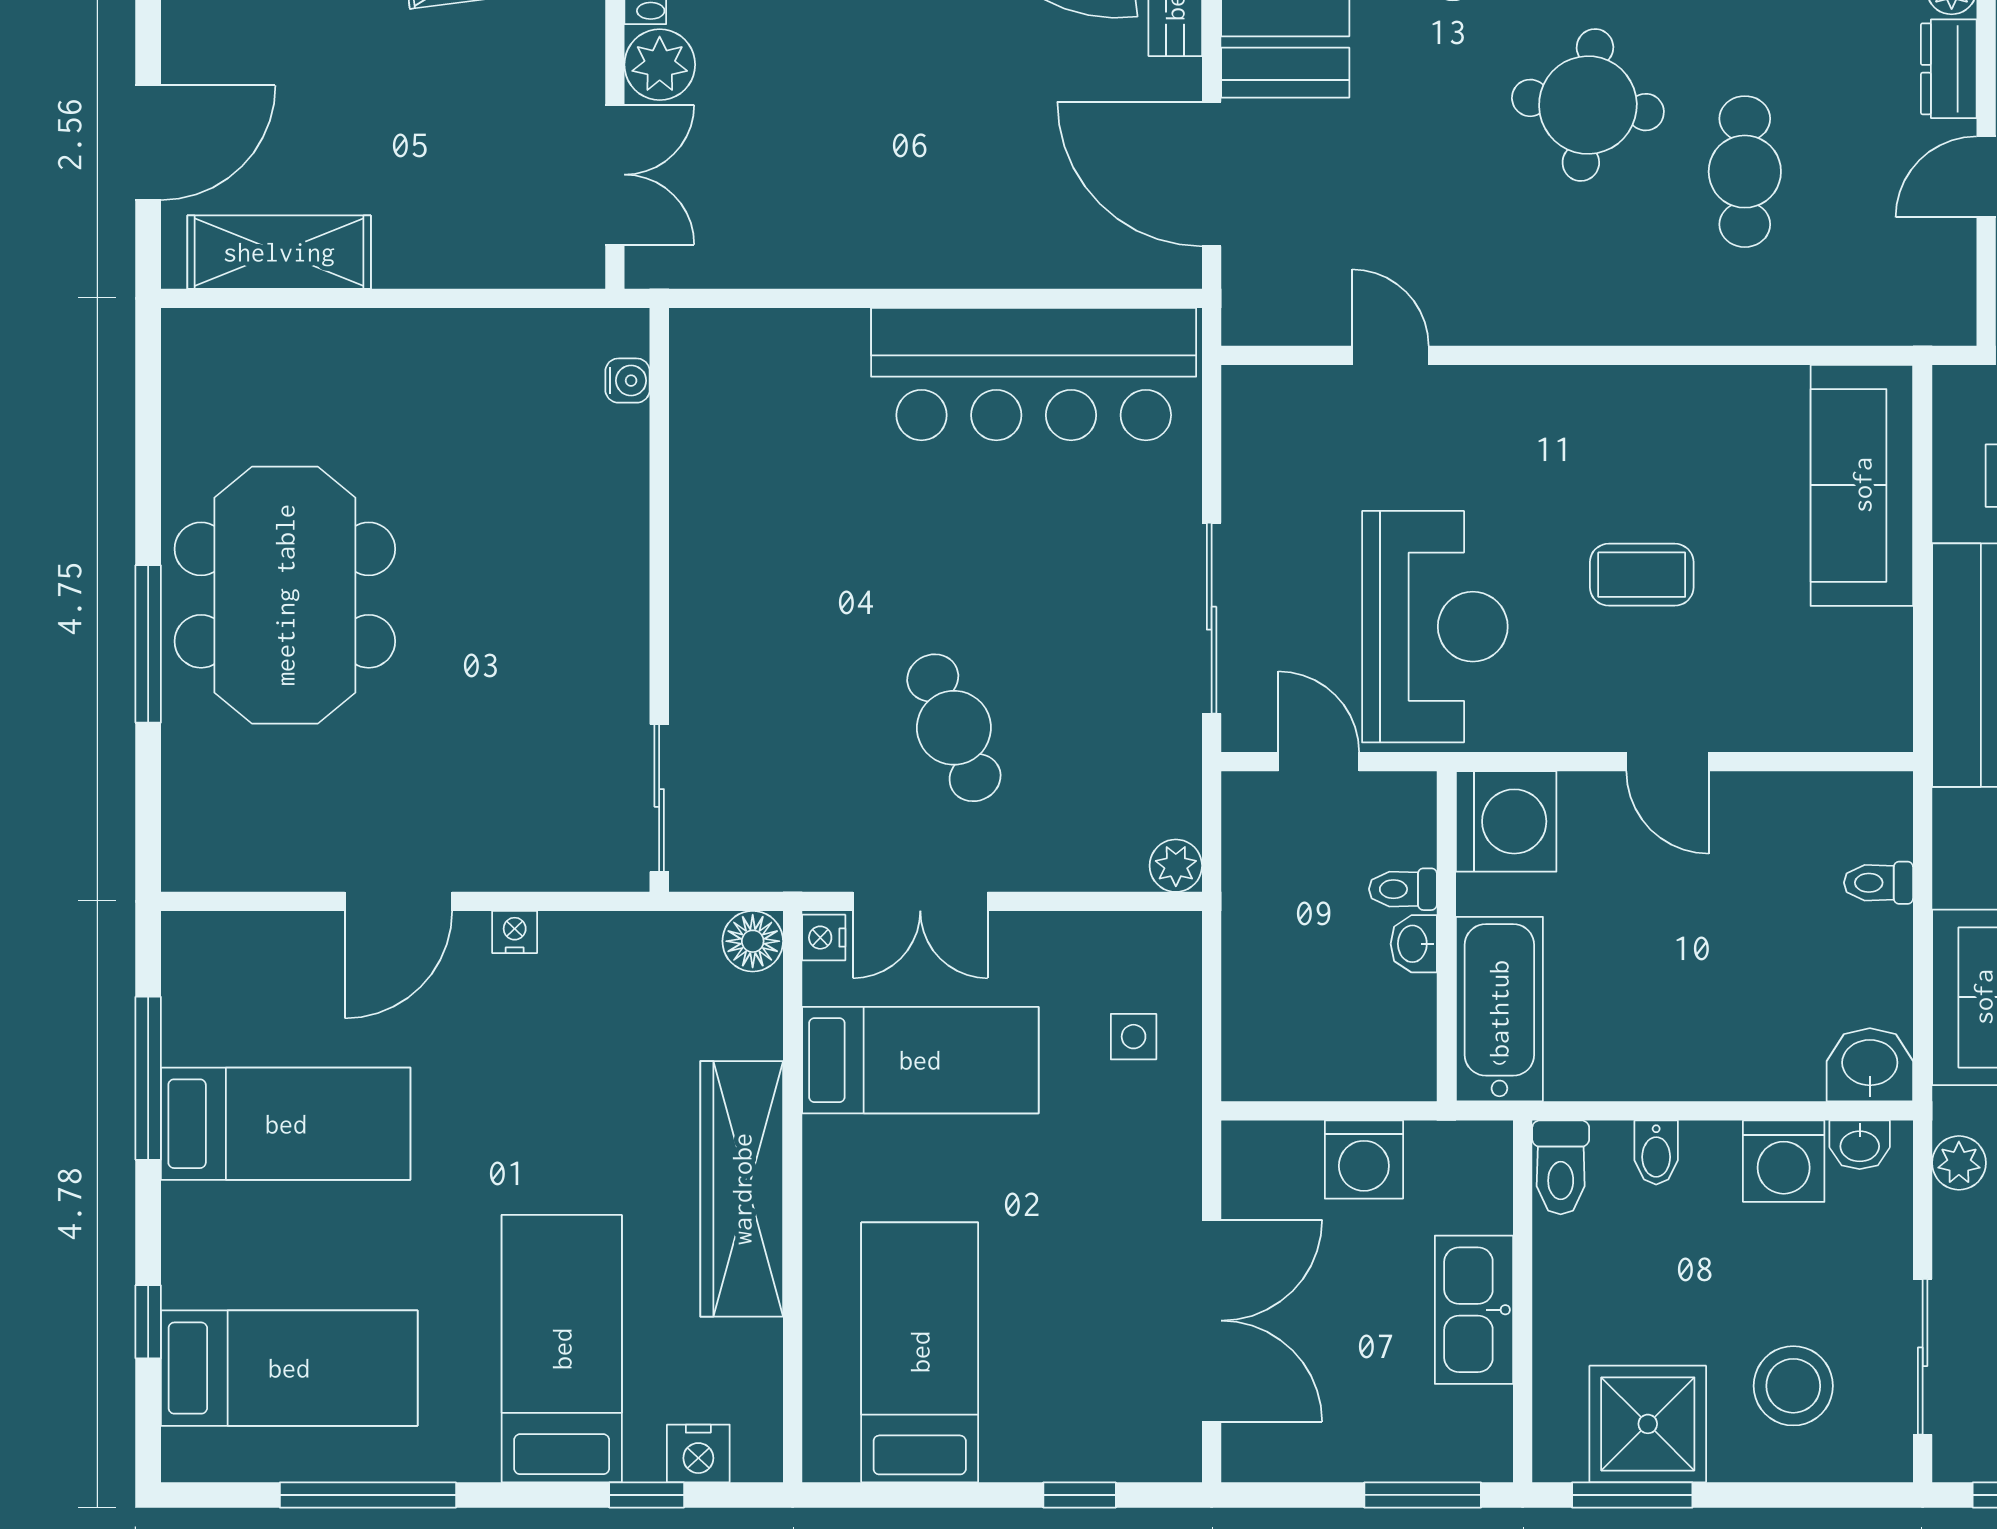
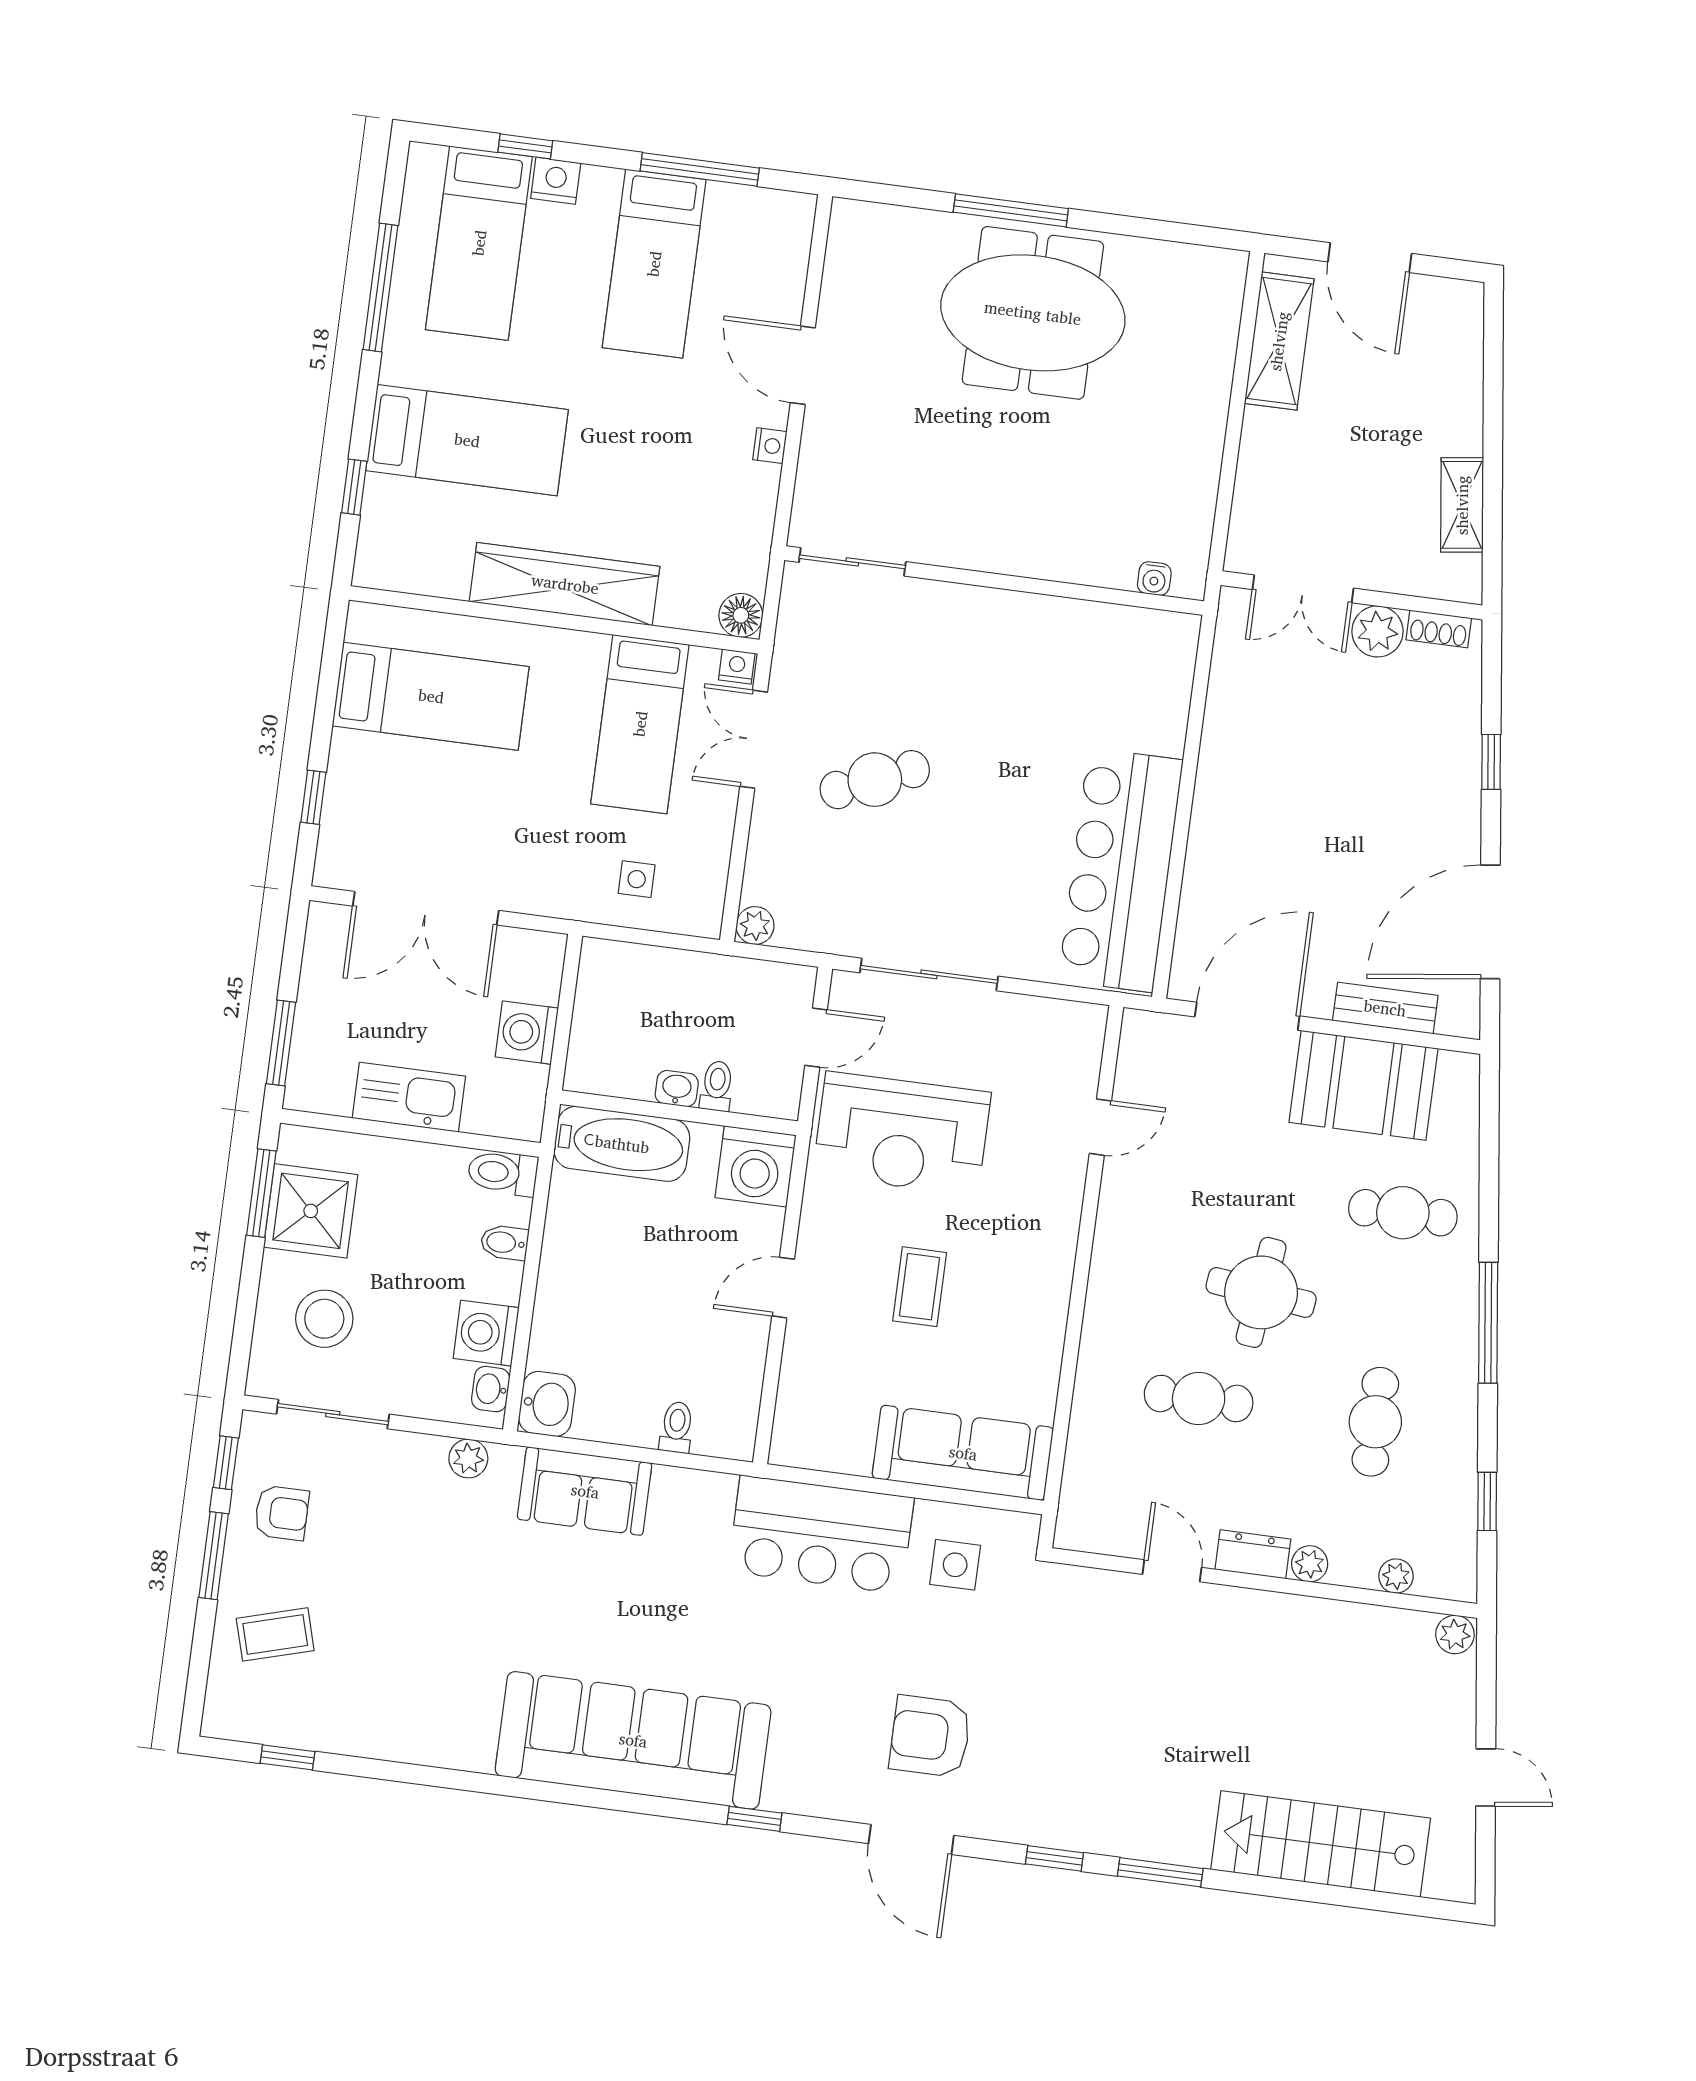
nightstand: (698, 1453) -> (556, 181), moved, turned 90

